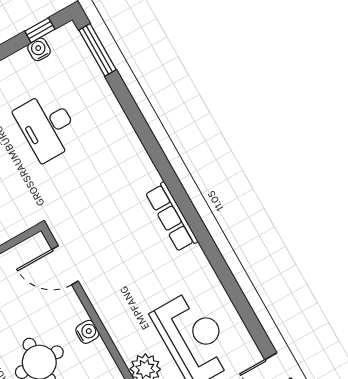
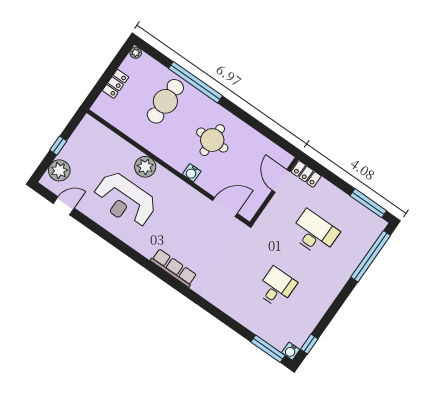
water cooler: (39, 49) -> (291, 351), moved, turned 90
desk: (47, 126) -> (276, 287), width x0.73

